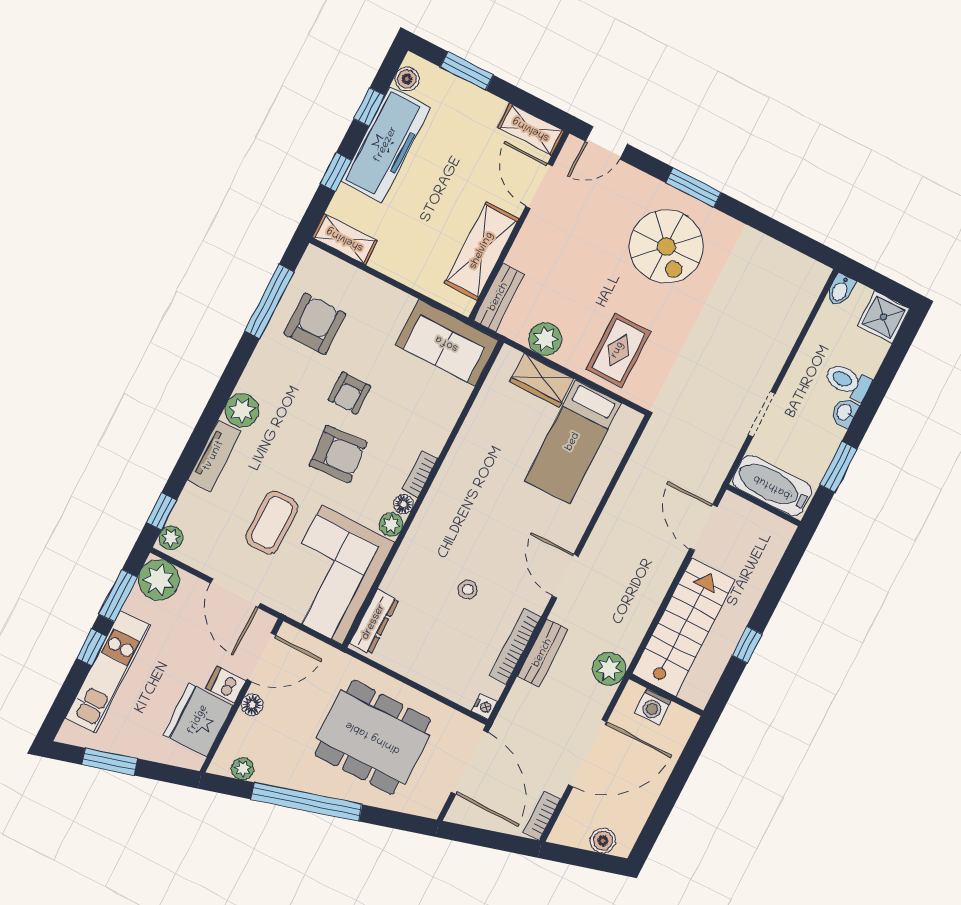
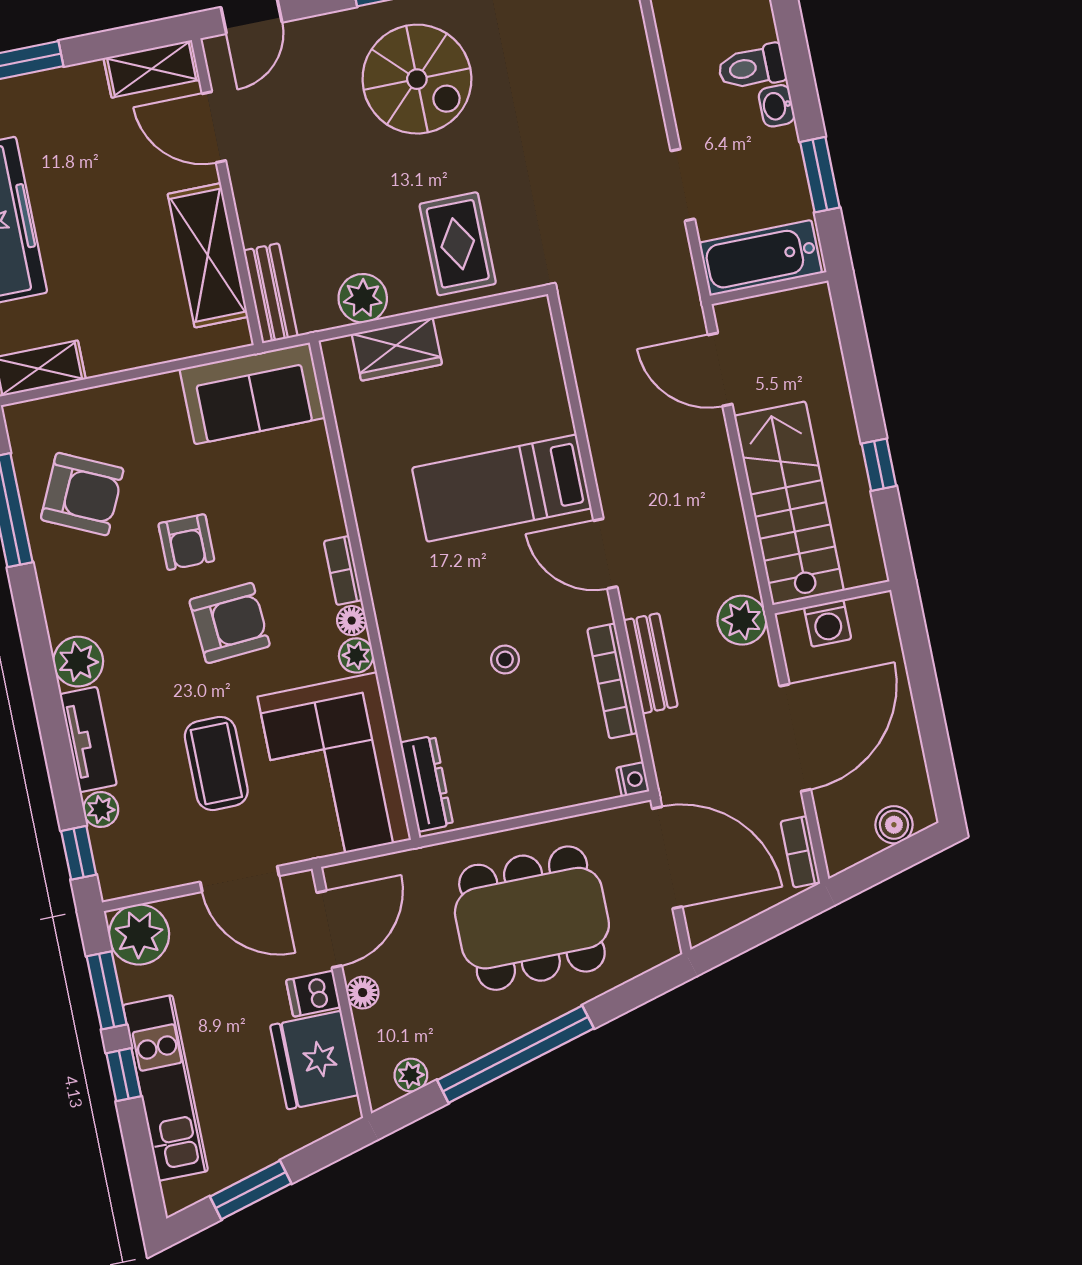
armchair: (315, 324) -> (82, 494), turned 115
bed: (573, 442) -> (502, 488), moved, turned 90
plant: (171, 538) -> (101, 809), moved

